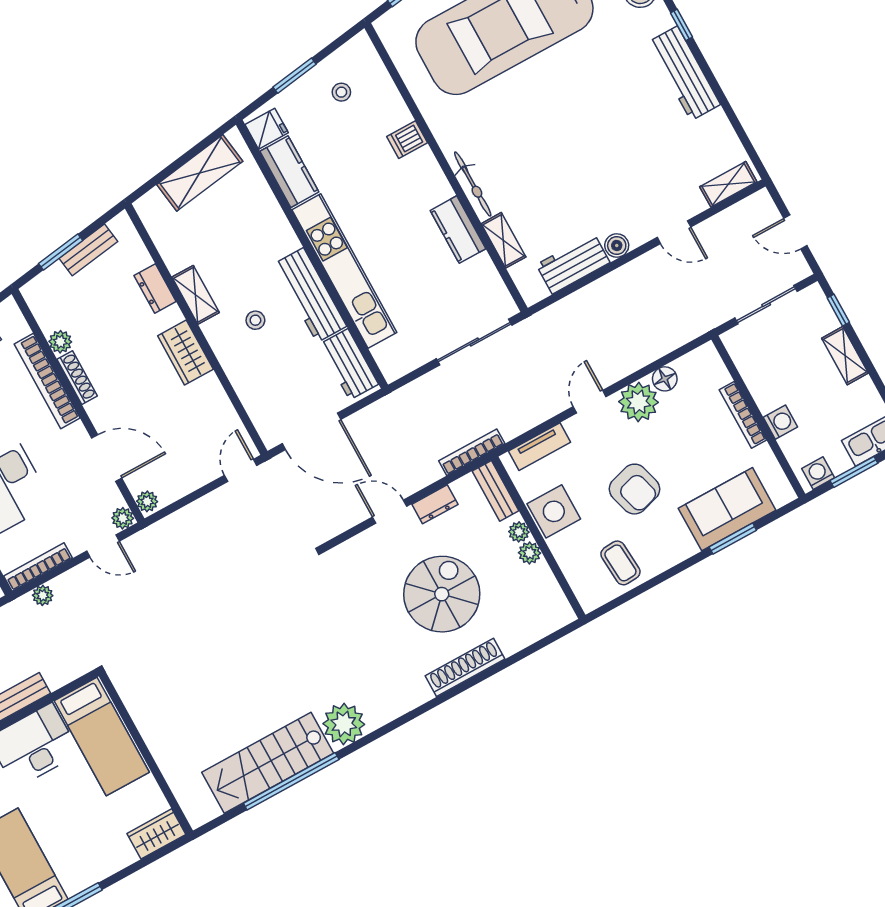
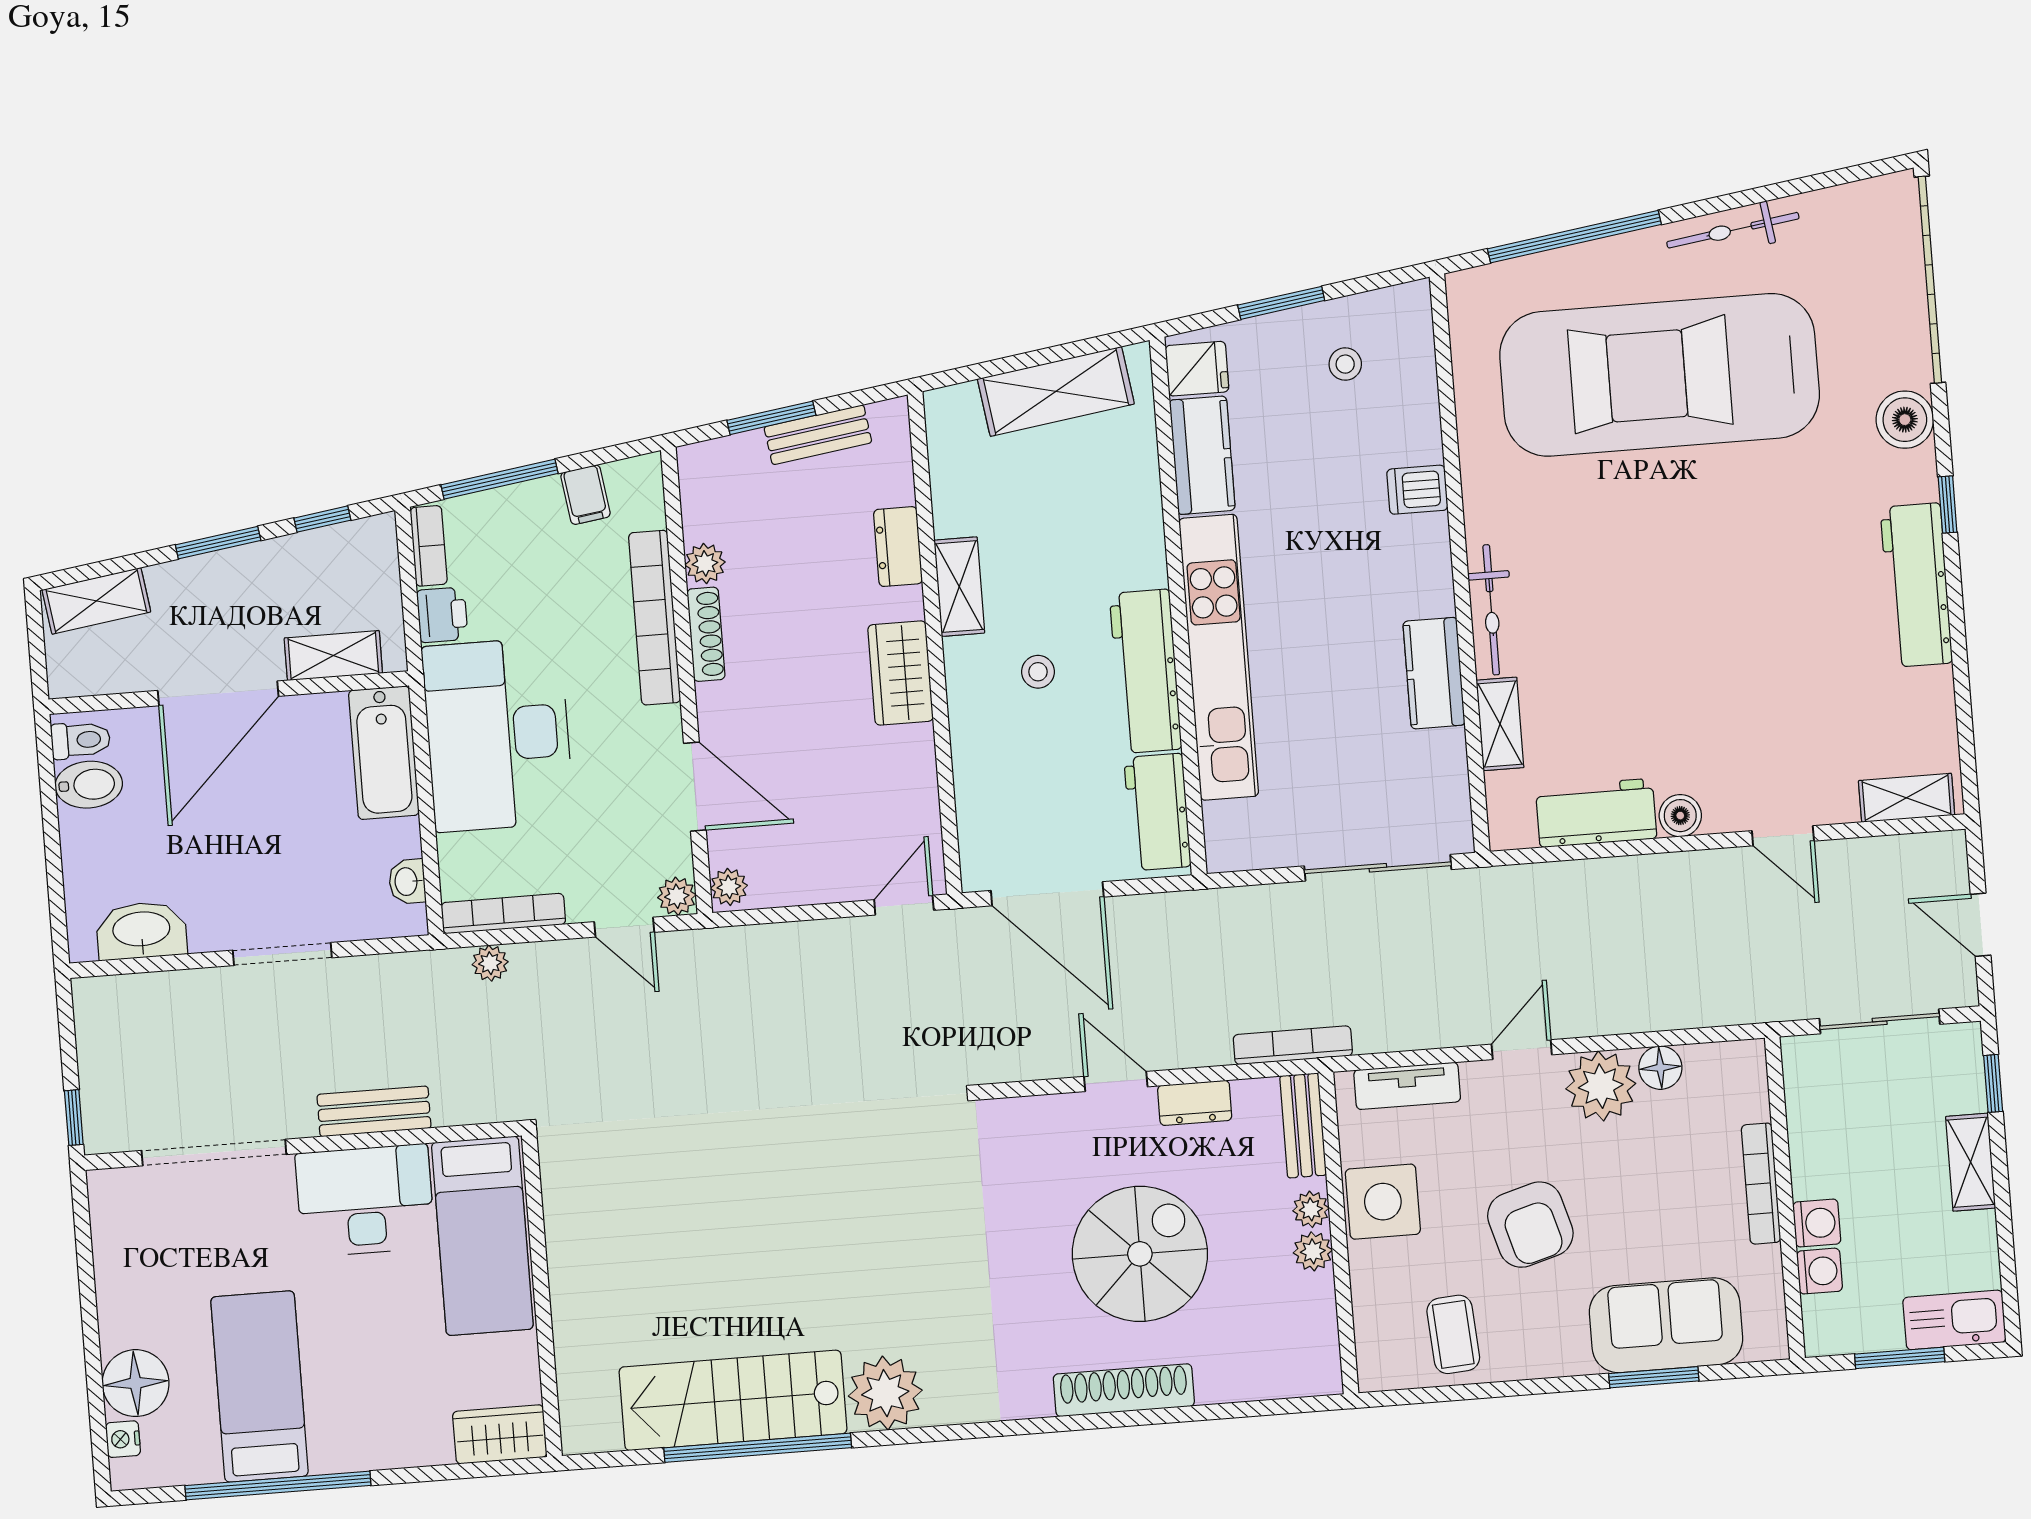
washing machine: (818, 473) -> (1820, 1271), moved, turned 90

